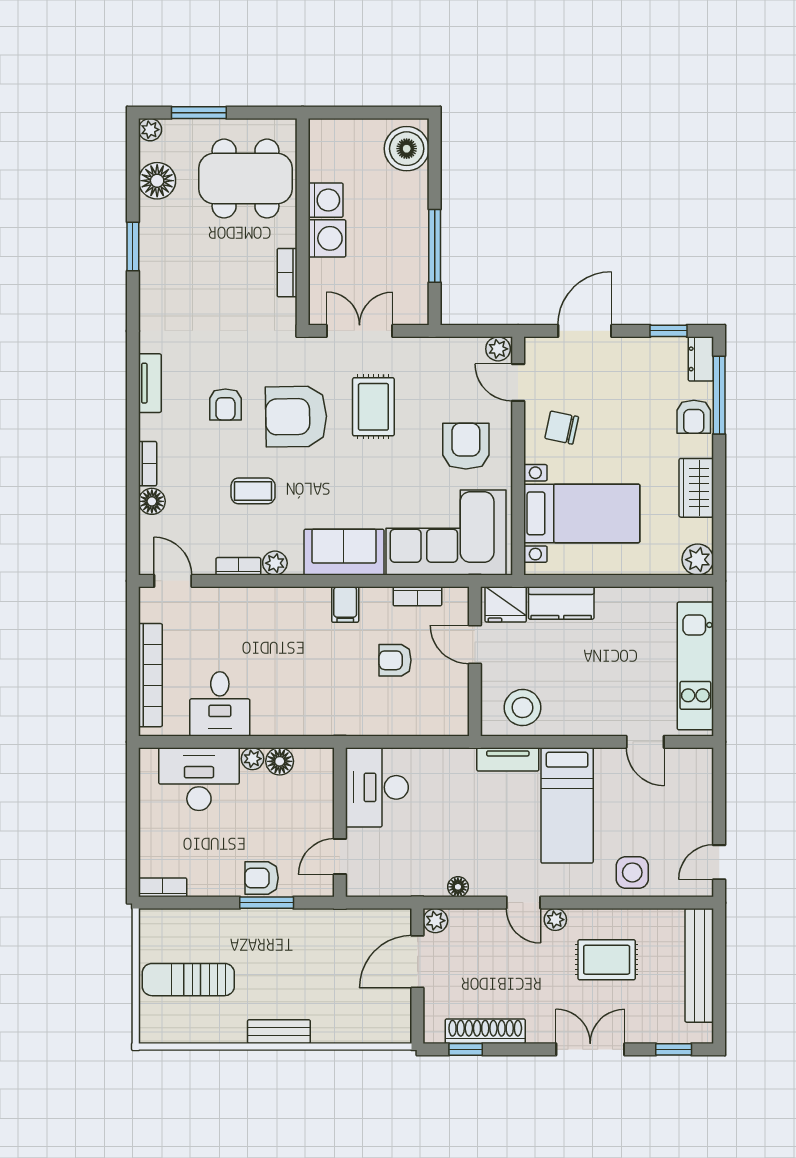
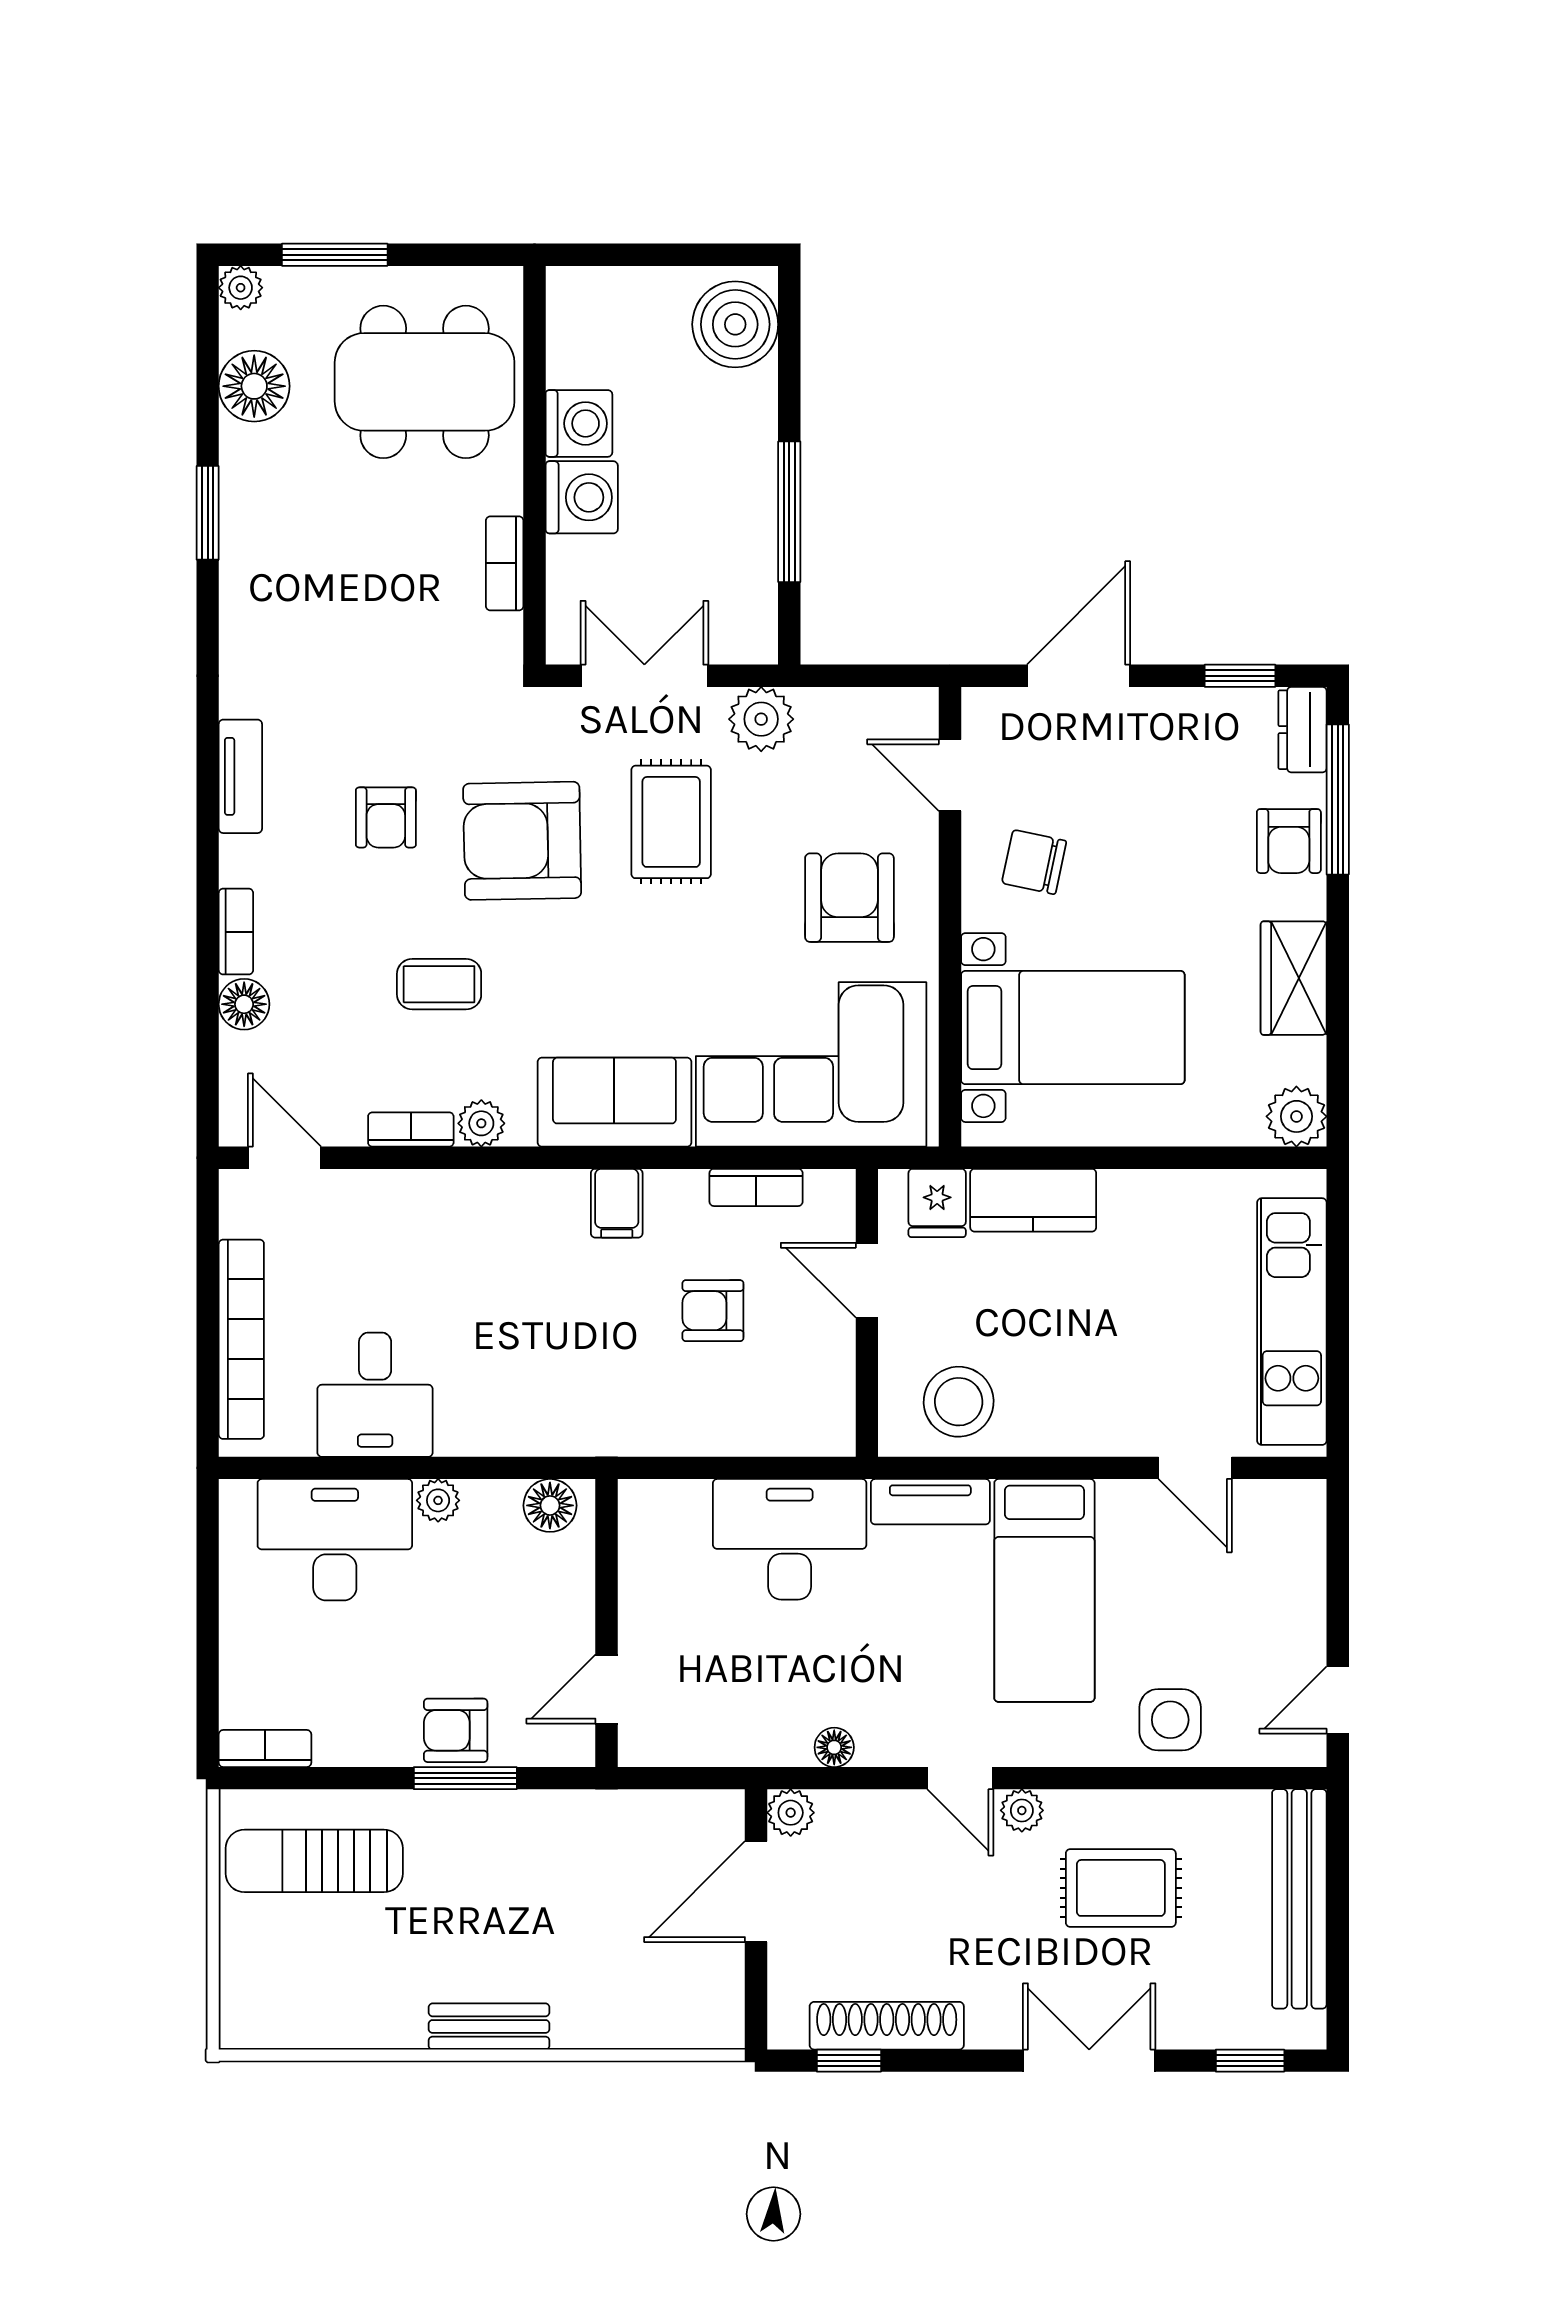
plant: (498, 349) -> (761, 719), moved, width x1.38, depth x1.38
fridge: (506, 604) -> (937, 1203), width x0.72
floor lamp: (280, 761) -> (550, 1505), moved
desk: (377, 787) -> (790, 1539), moved, turned 90
sun lounger: (188, 980) -> (314, 1861), moved

